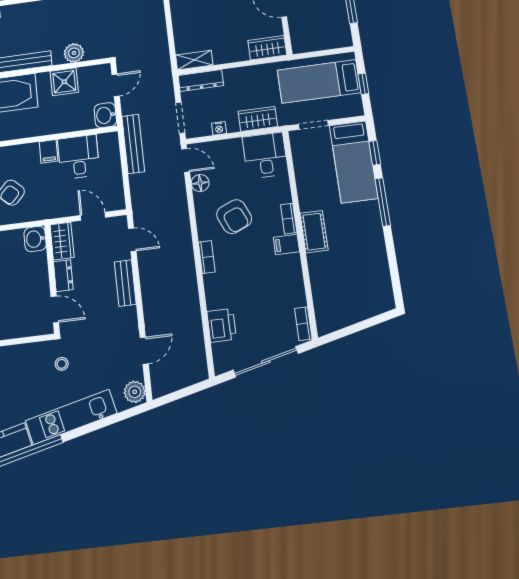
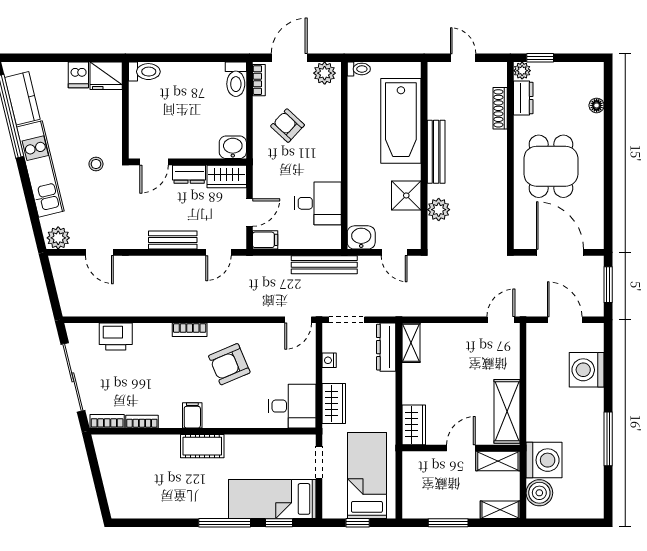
filing cabinet: (49, 151) -> (265, 240), moved, turned 180
floor lamp: (200, 183) -> (271, 332), removed
bookcase: (289, 219) -> (142, 422), moved

